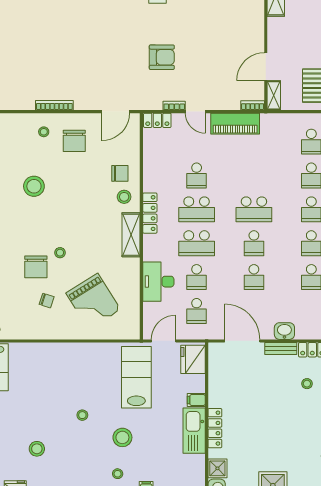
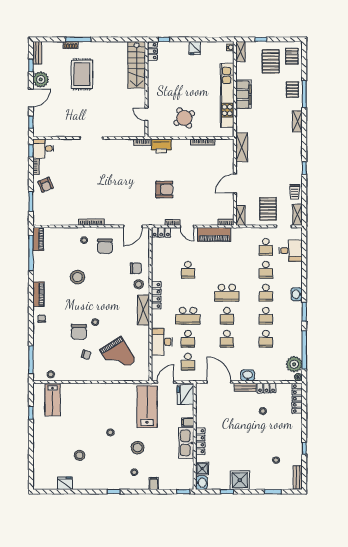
door: (266, 67) -> (235, 184), moved
school desk: (197, 209) -> (188, 293), removed

